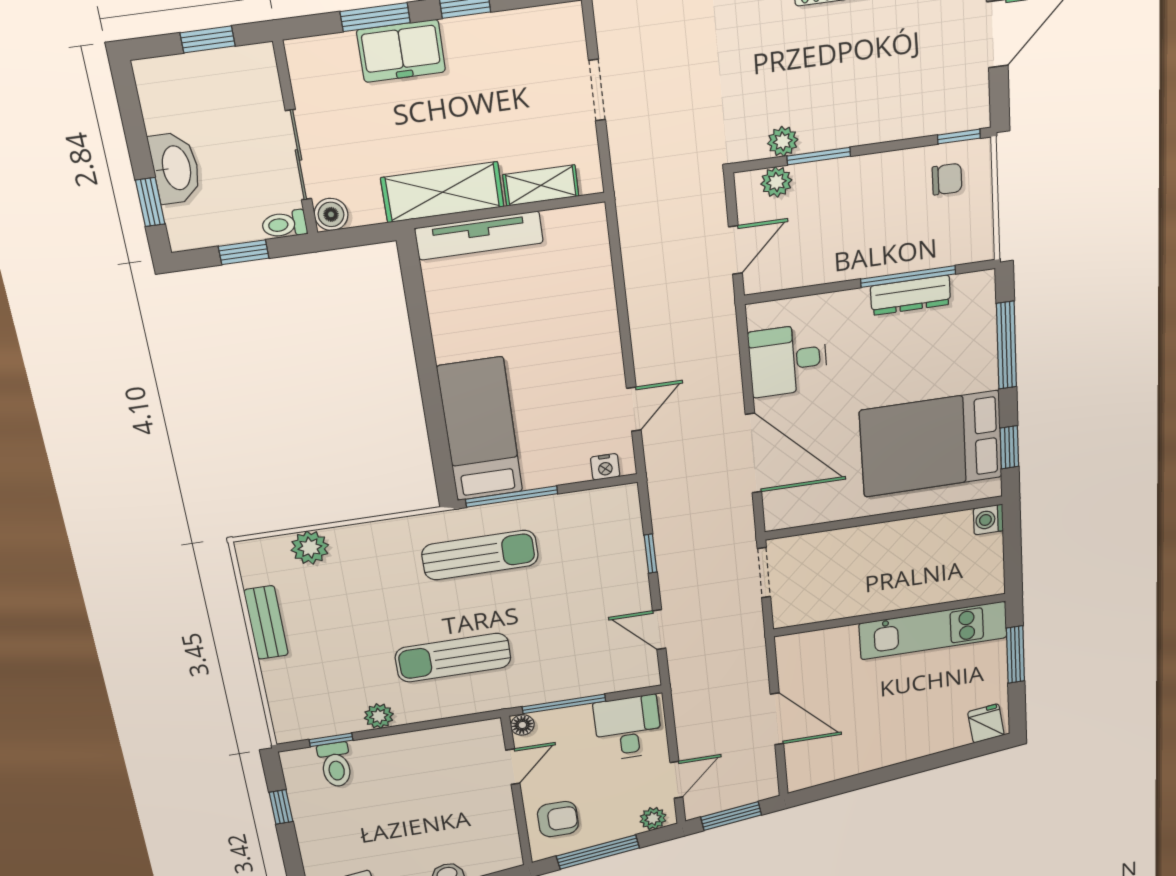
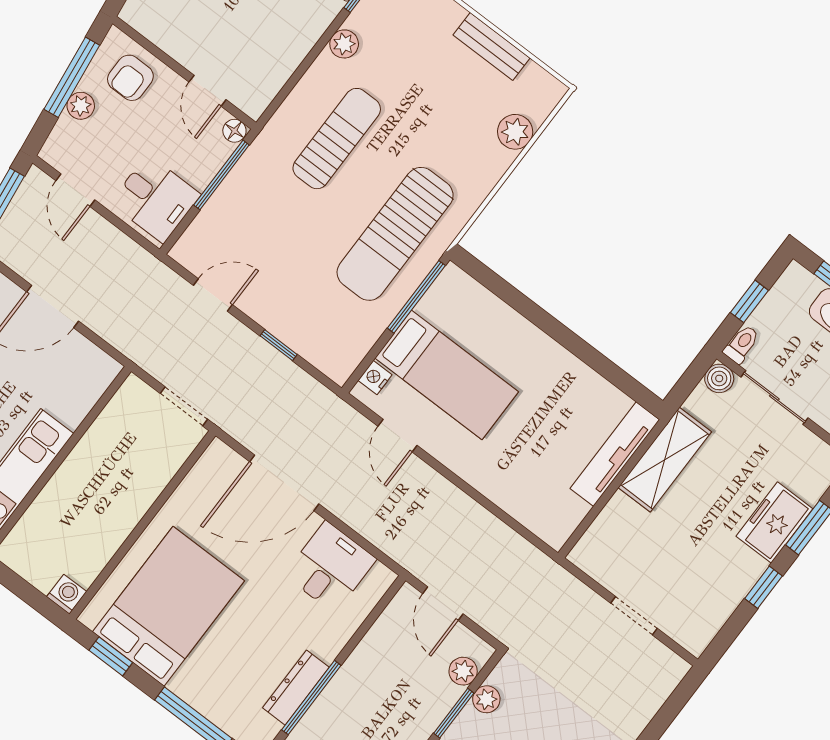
shelving: (541, 185) -> (609, 524), removed
bed: (480, 429) -> (447, 375), moved
sun lounger: (480, 555) -> (395, 234), width x1.36, depth x1.34
plant: (653, 818) -> (81, 106), moved

